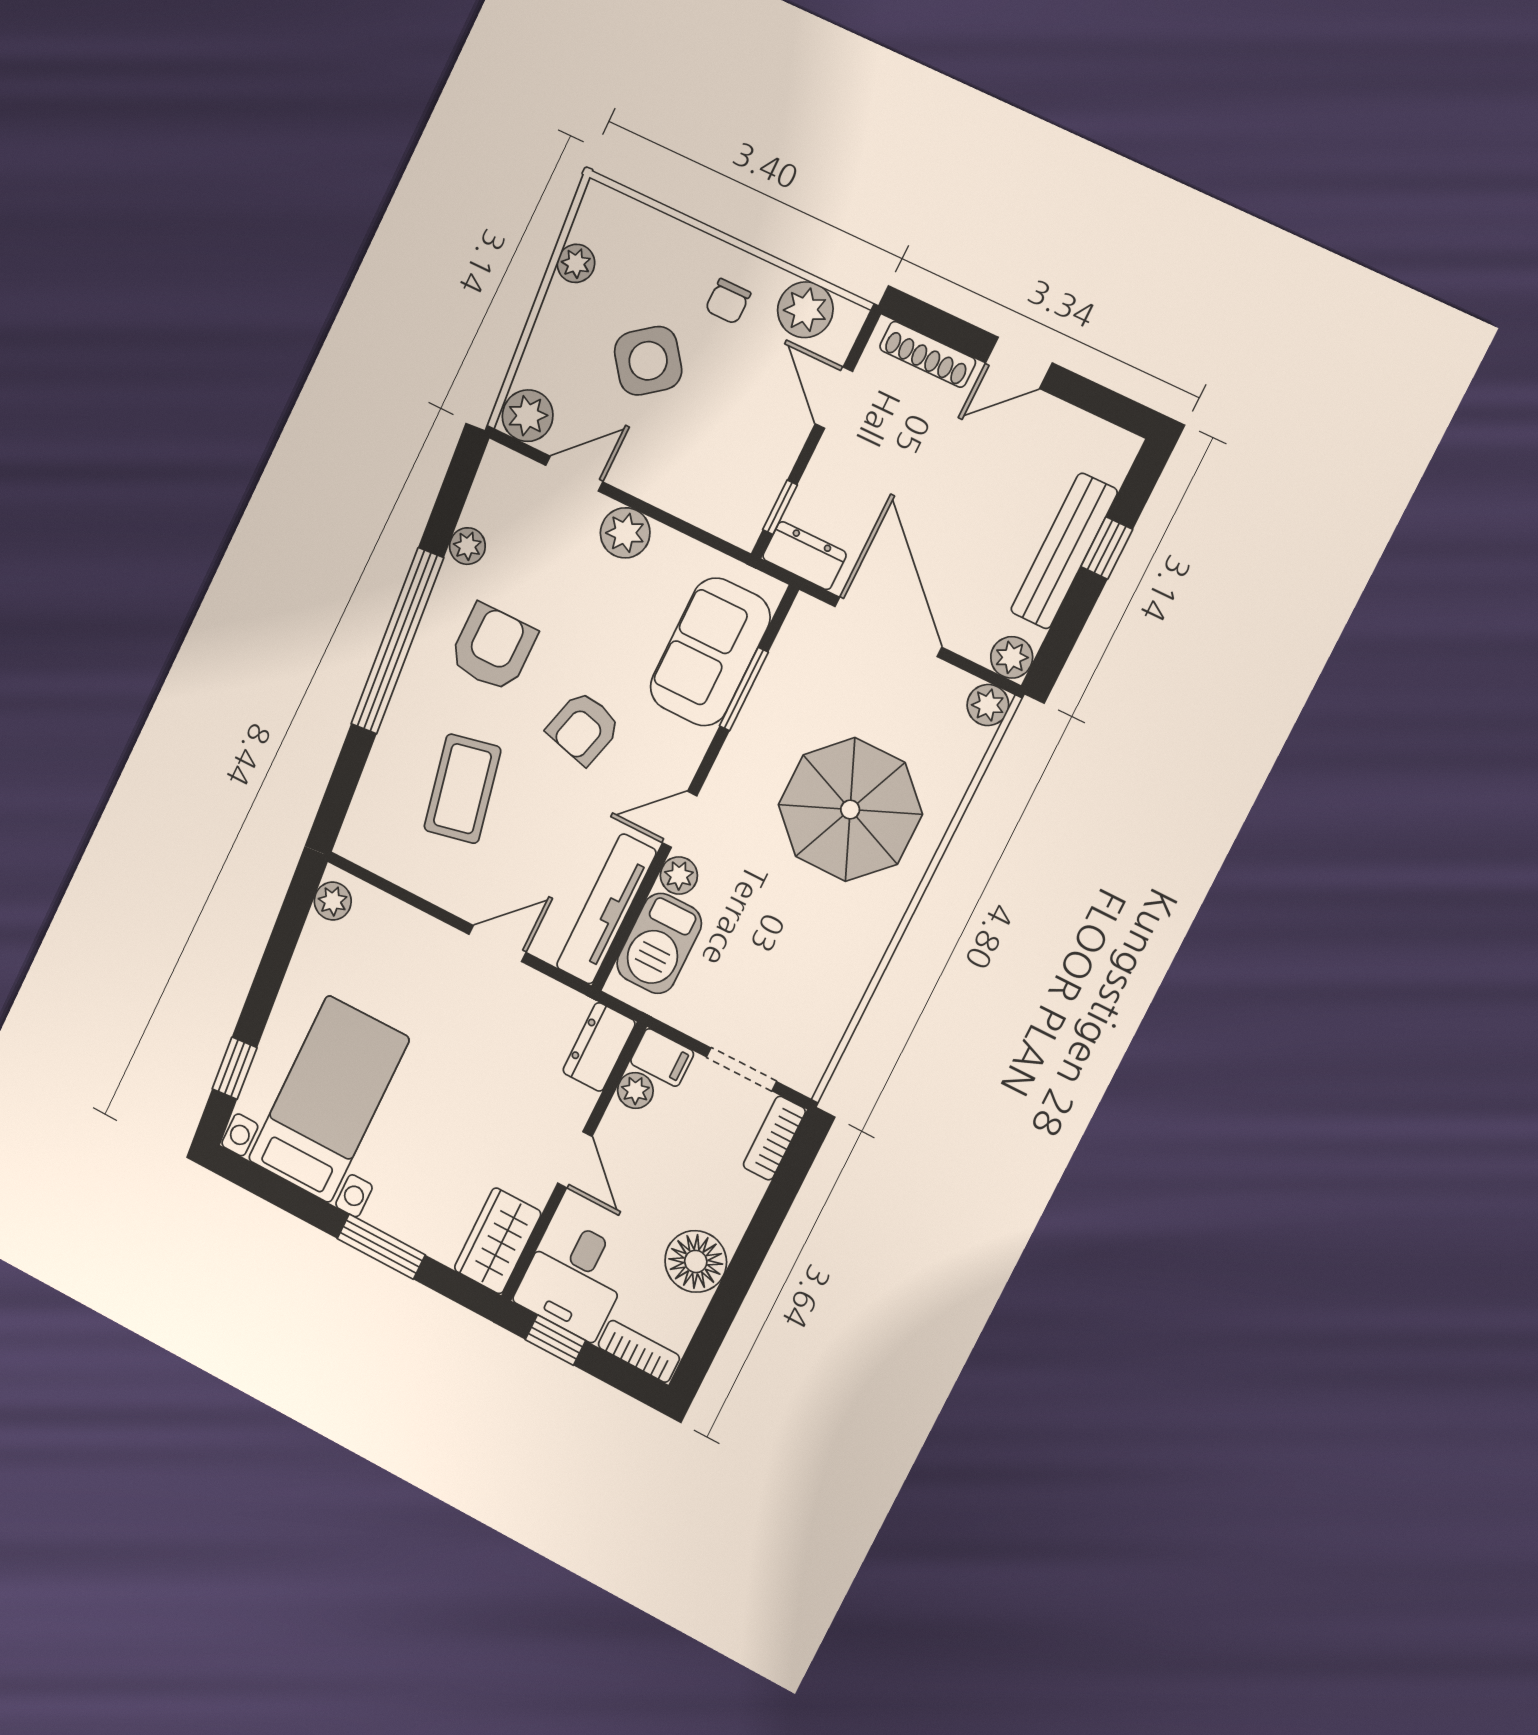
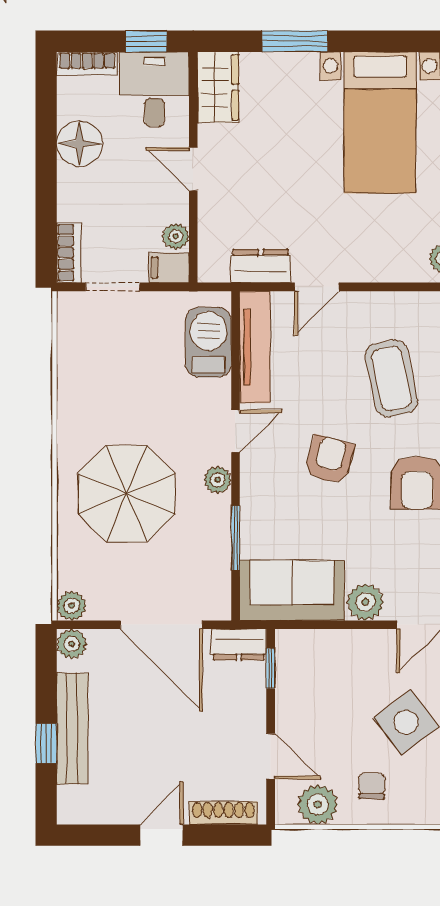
sofa: (710, 652) -> (292, 590), moved, turned -90
plant: (679, 875) -> (218, 480), moved
dresser: (599, 1047) -> (261, 266), moved, turned -90

